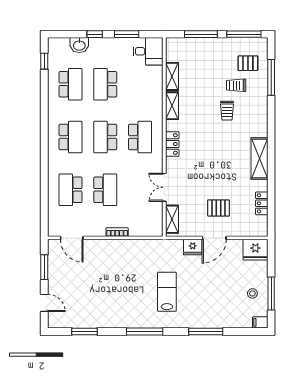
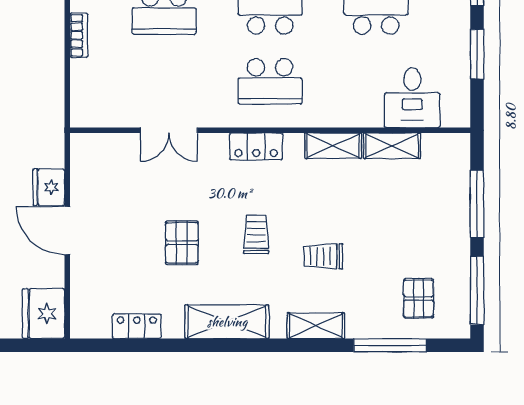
desk: (148, 51) -> (412, 98), moved
trolley: (236, 85) -> (256, 234), moved
double door: (164, 187) -> (169, 130), swing flipped
pallet: (219, 208) -> (182, 243), moved
shelving: (172, 219) -> (316, 326), moved

